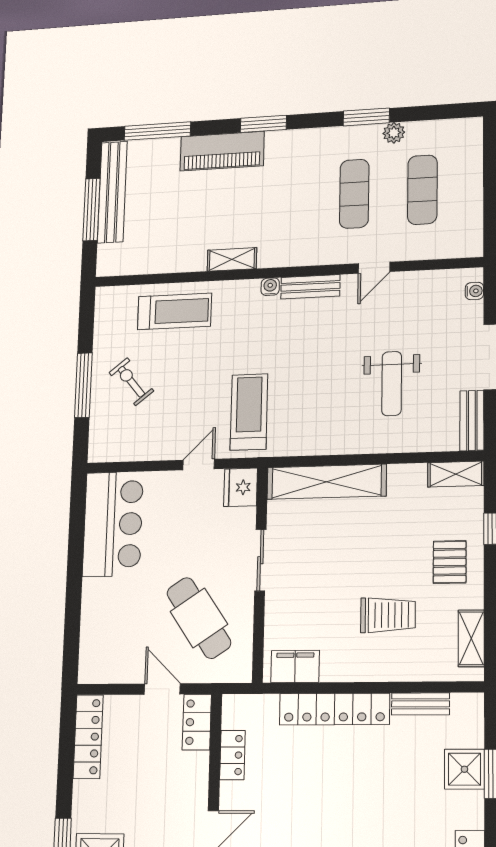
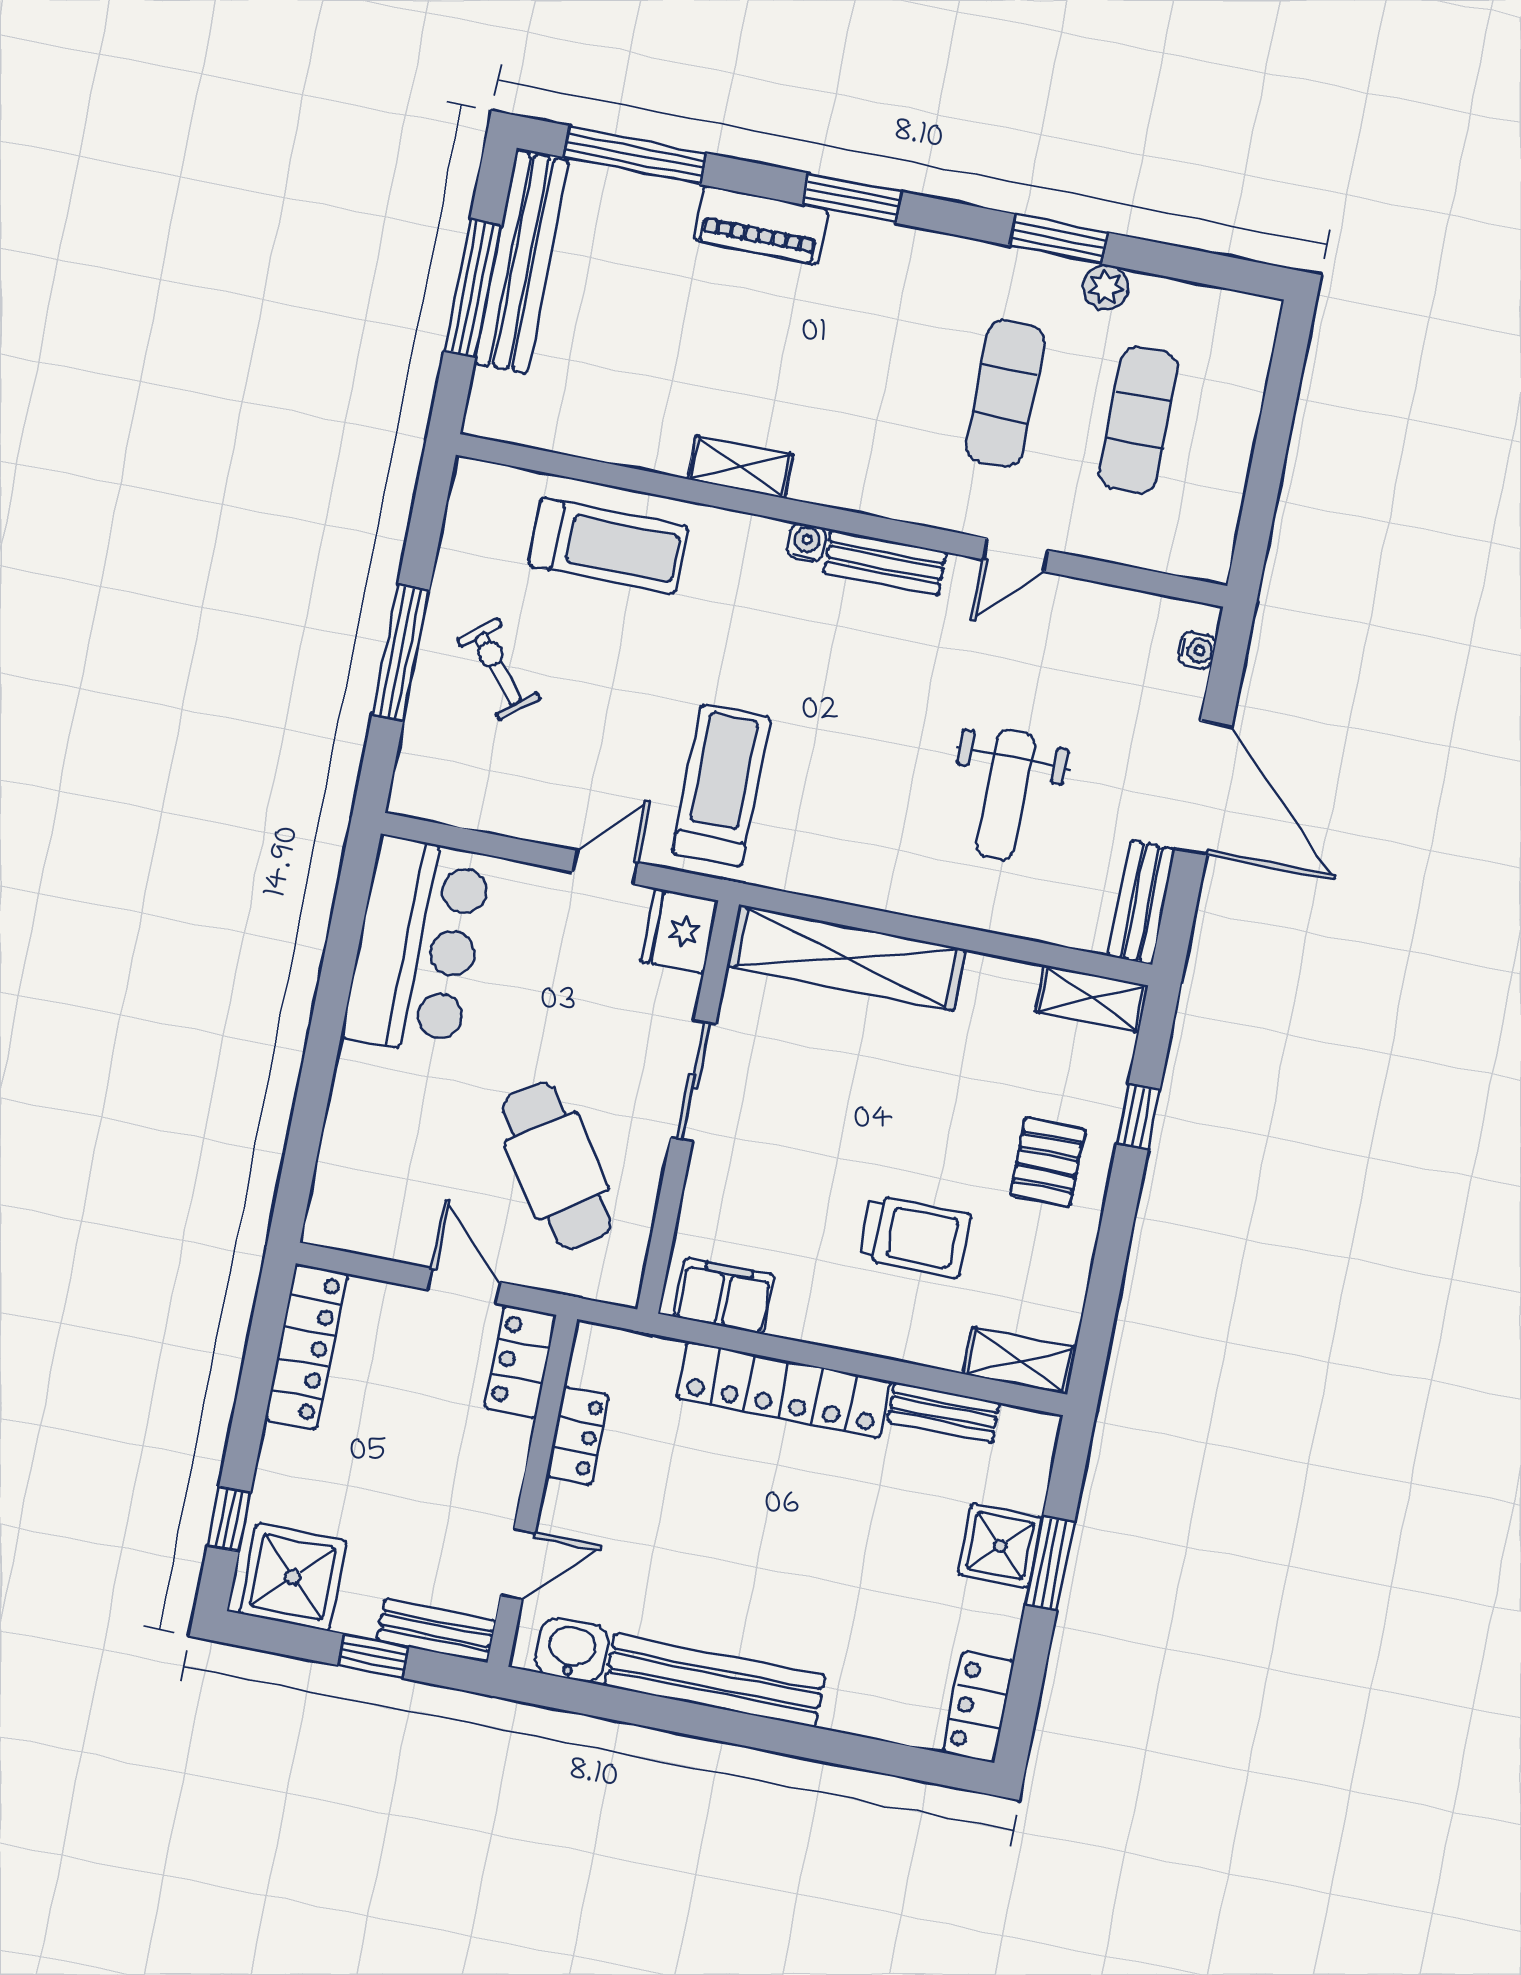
piano: (222, 151) -> (761, 225), width x0.73, depth x0.75
shelving: (471, 638) -> (1020, 1361), moved, turned 90

